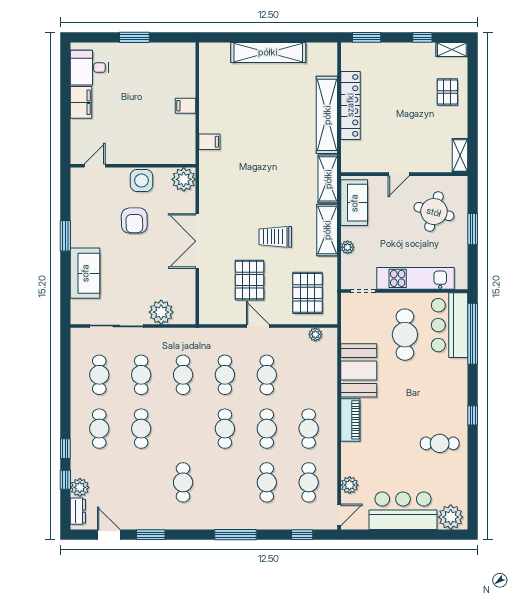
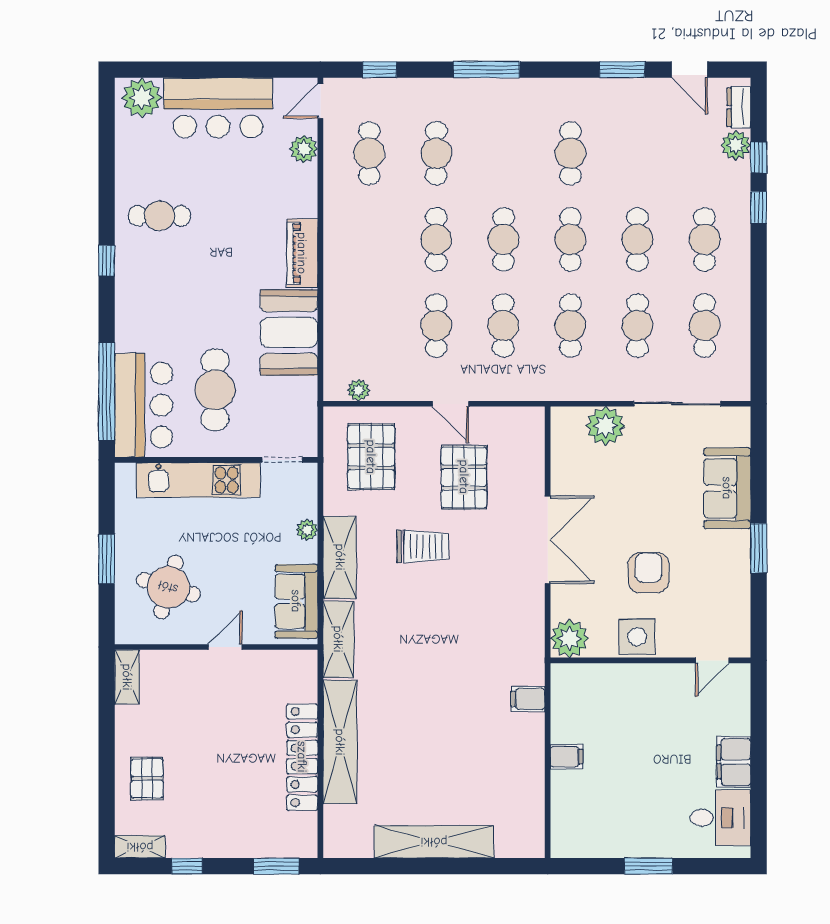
cafe table: (309, 429) -> (570, 239), moved

